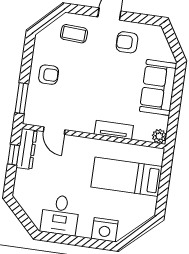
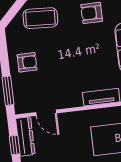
coffee table: (74, 34) -> (40, 18), width x1.36, depth x1.30

